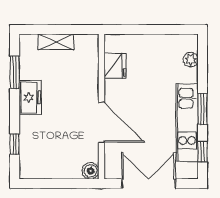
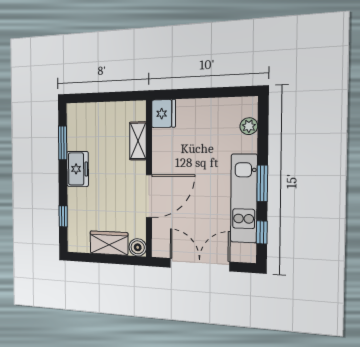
shelving: (56, 42) -> (138, 141), moved, turned 90
fridge: (115, 66) -> (163, 114), moved
door: (101, 122) -> (149, 196), hinge flipped
wardrobe: (62, 168) -> (109, 243), added

